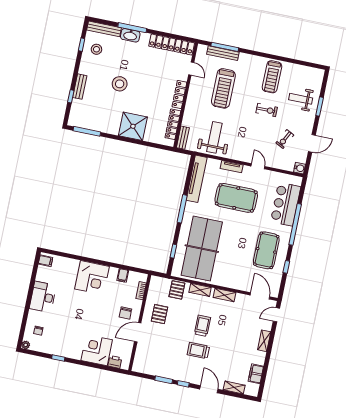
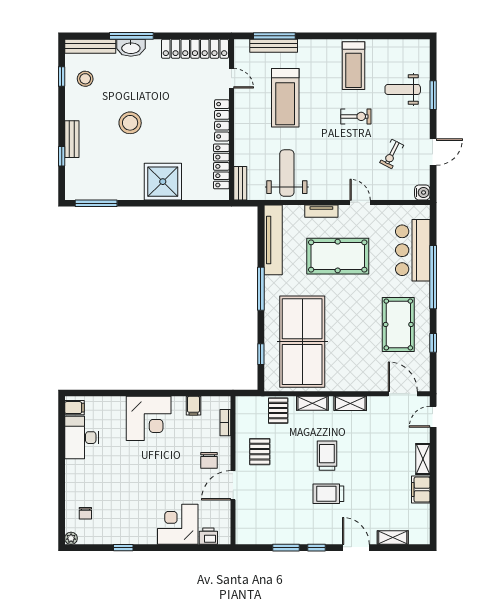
desk: (43, 297) -> (82, 438), moved
filing cabinet: (256, 374) -> (421, 490), moved

